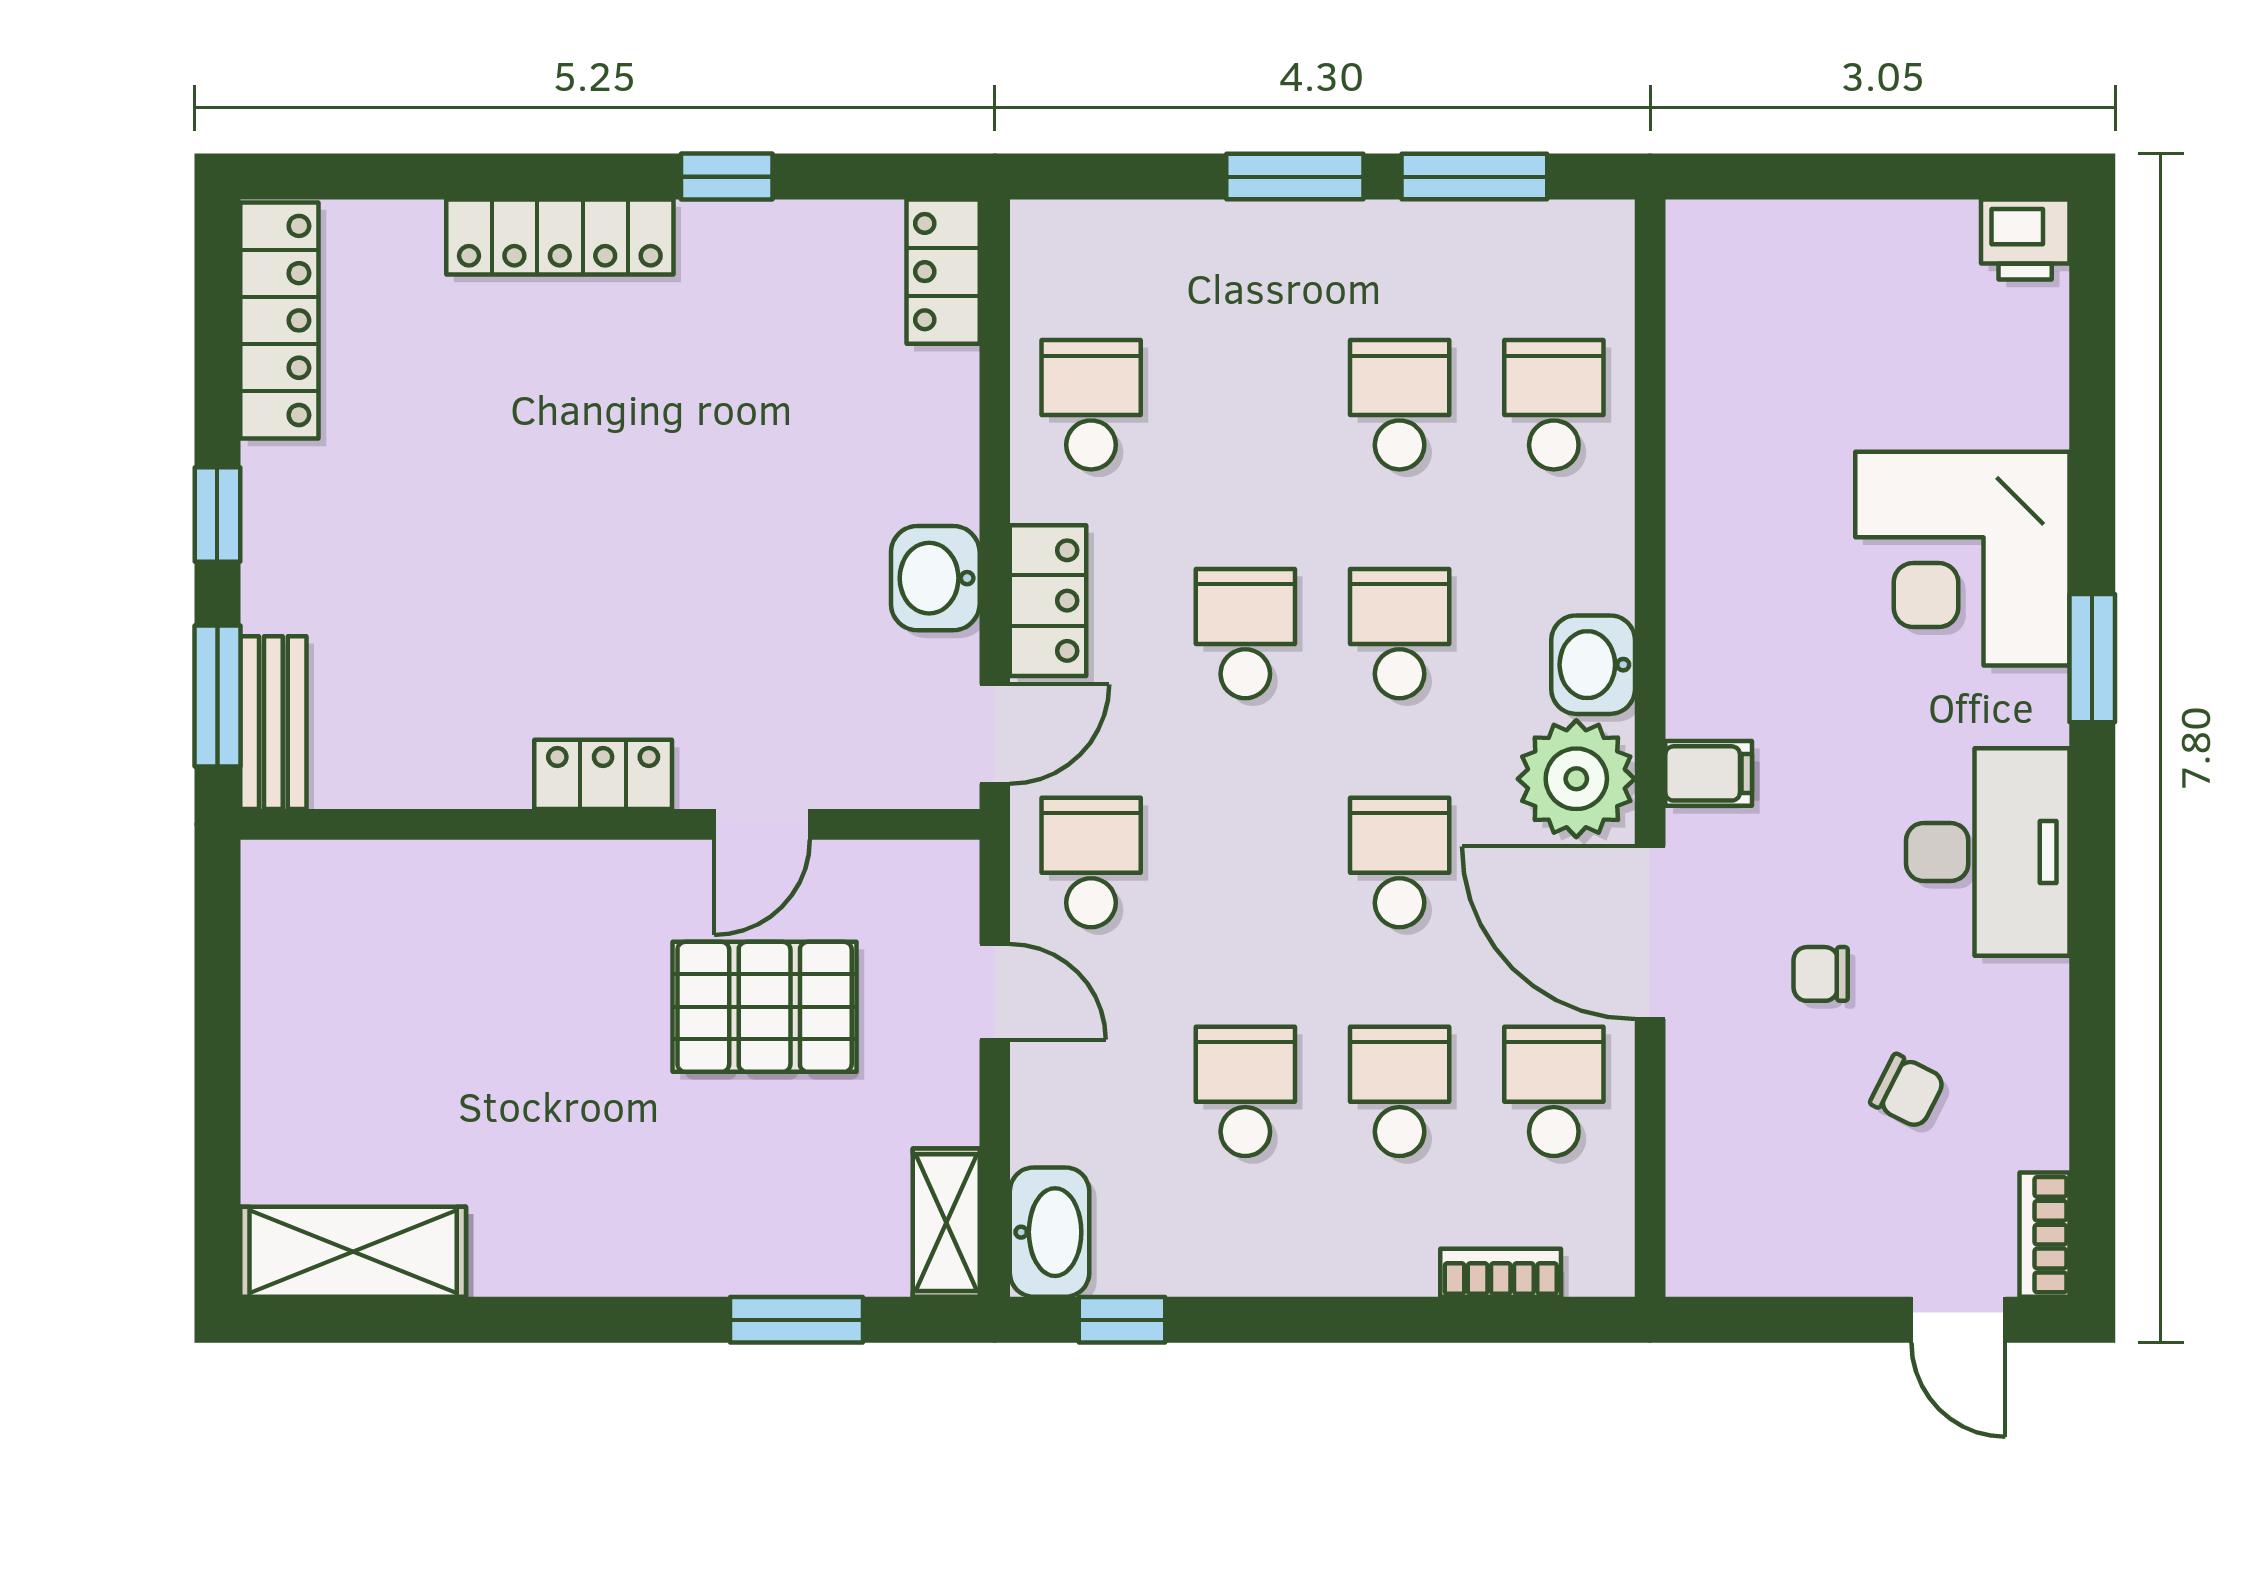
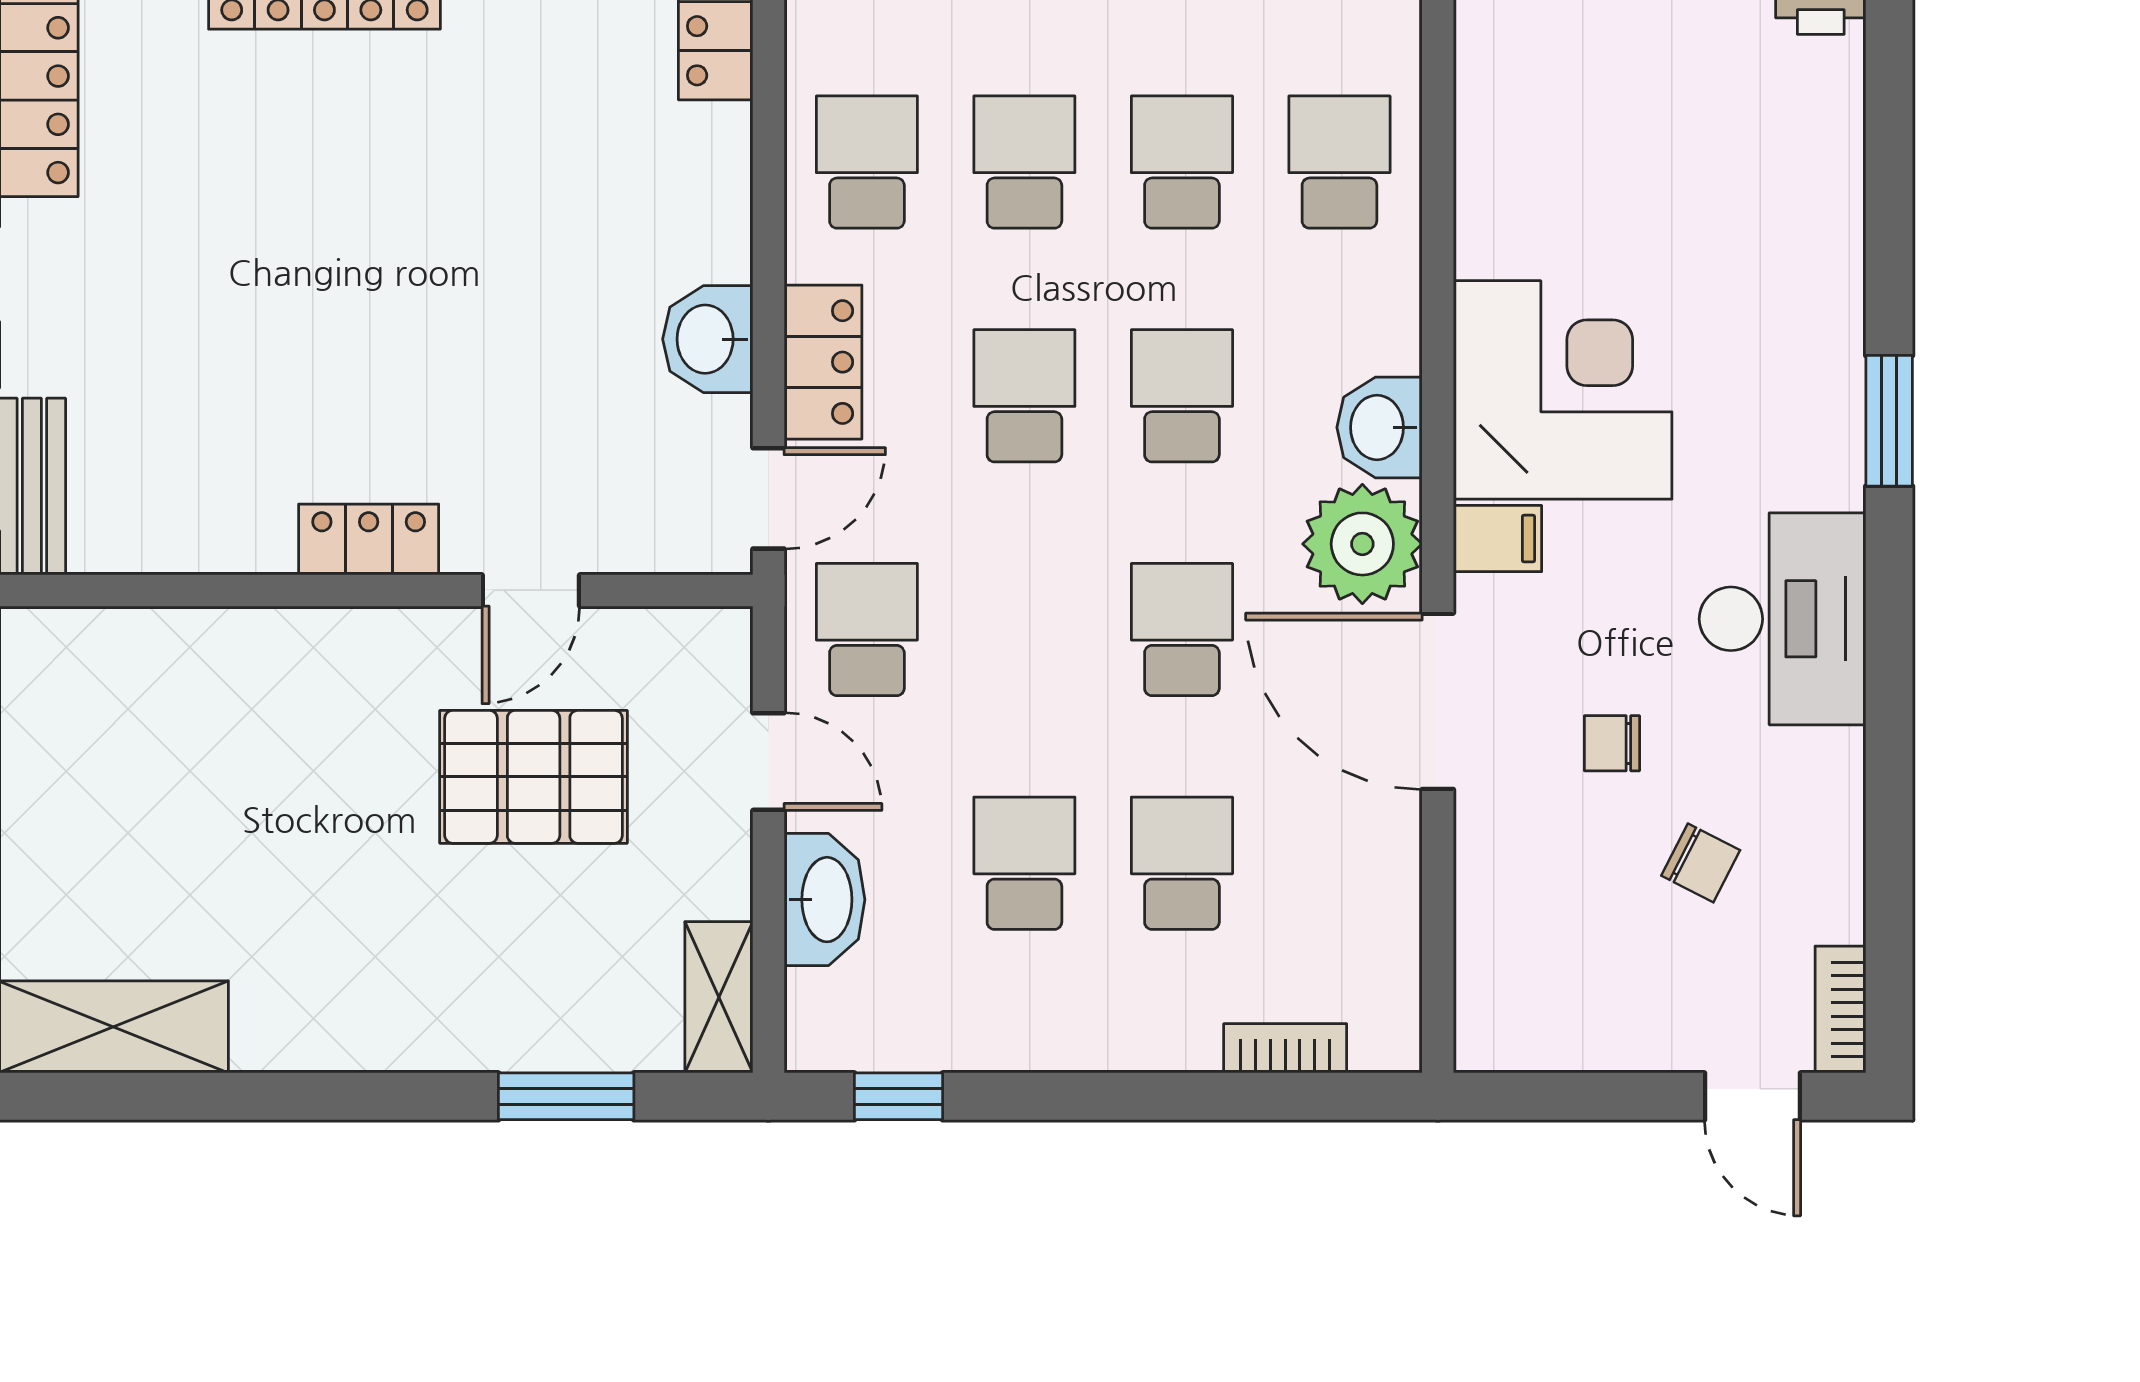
corner desk: (1962, 559) -> (1563, 390), moved, turned 180
school desk: (1554, 1091) -> (1024, 162), moved
washbasin: (1050, 1232) -> (824, 900), moved

